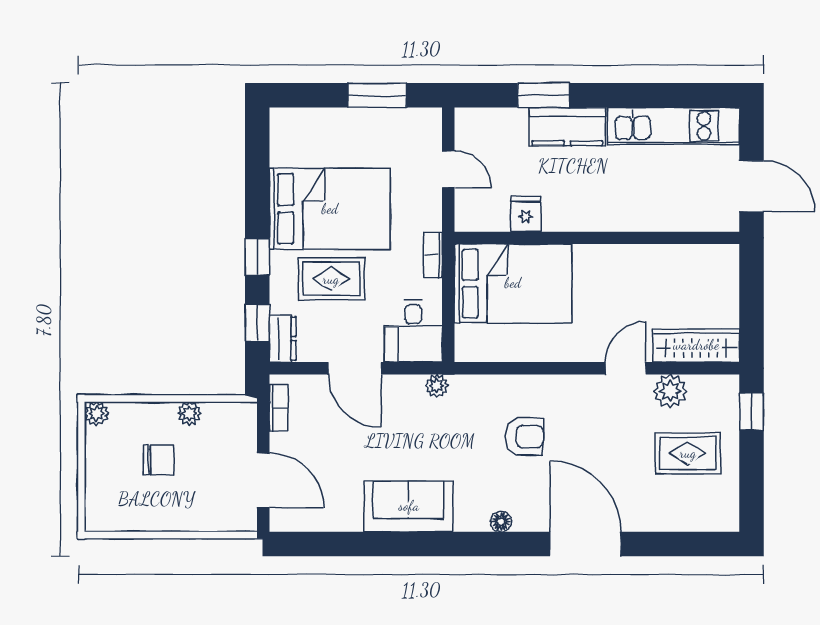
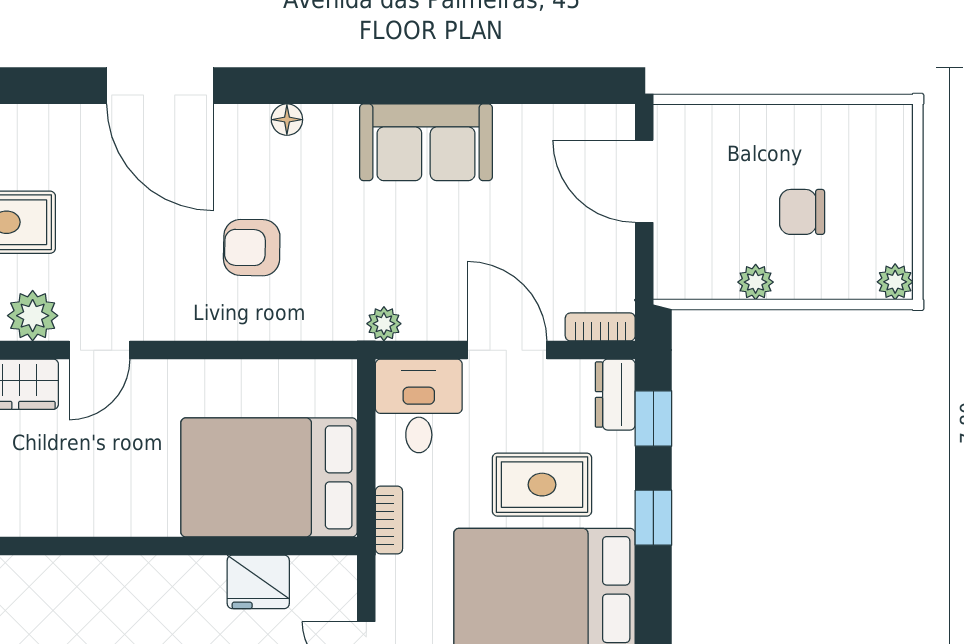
fridge: (526, 214) -> (258, 582), width x1.38
bookcase: (279, 408) -> (600, 327), moved, turned 90

